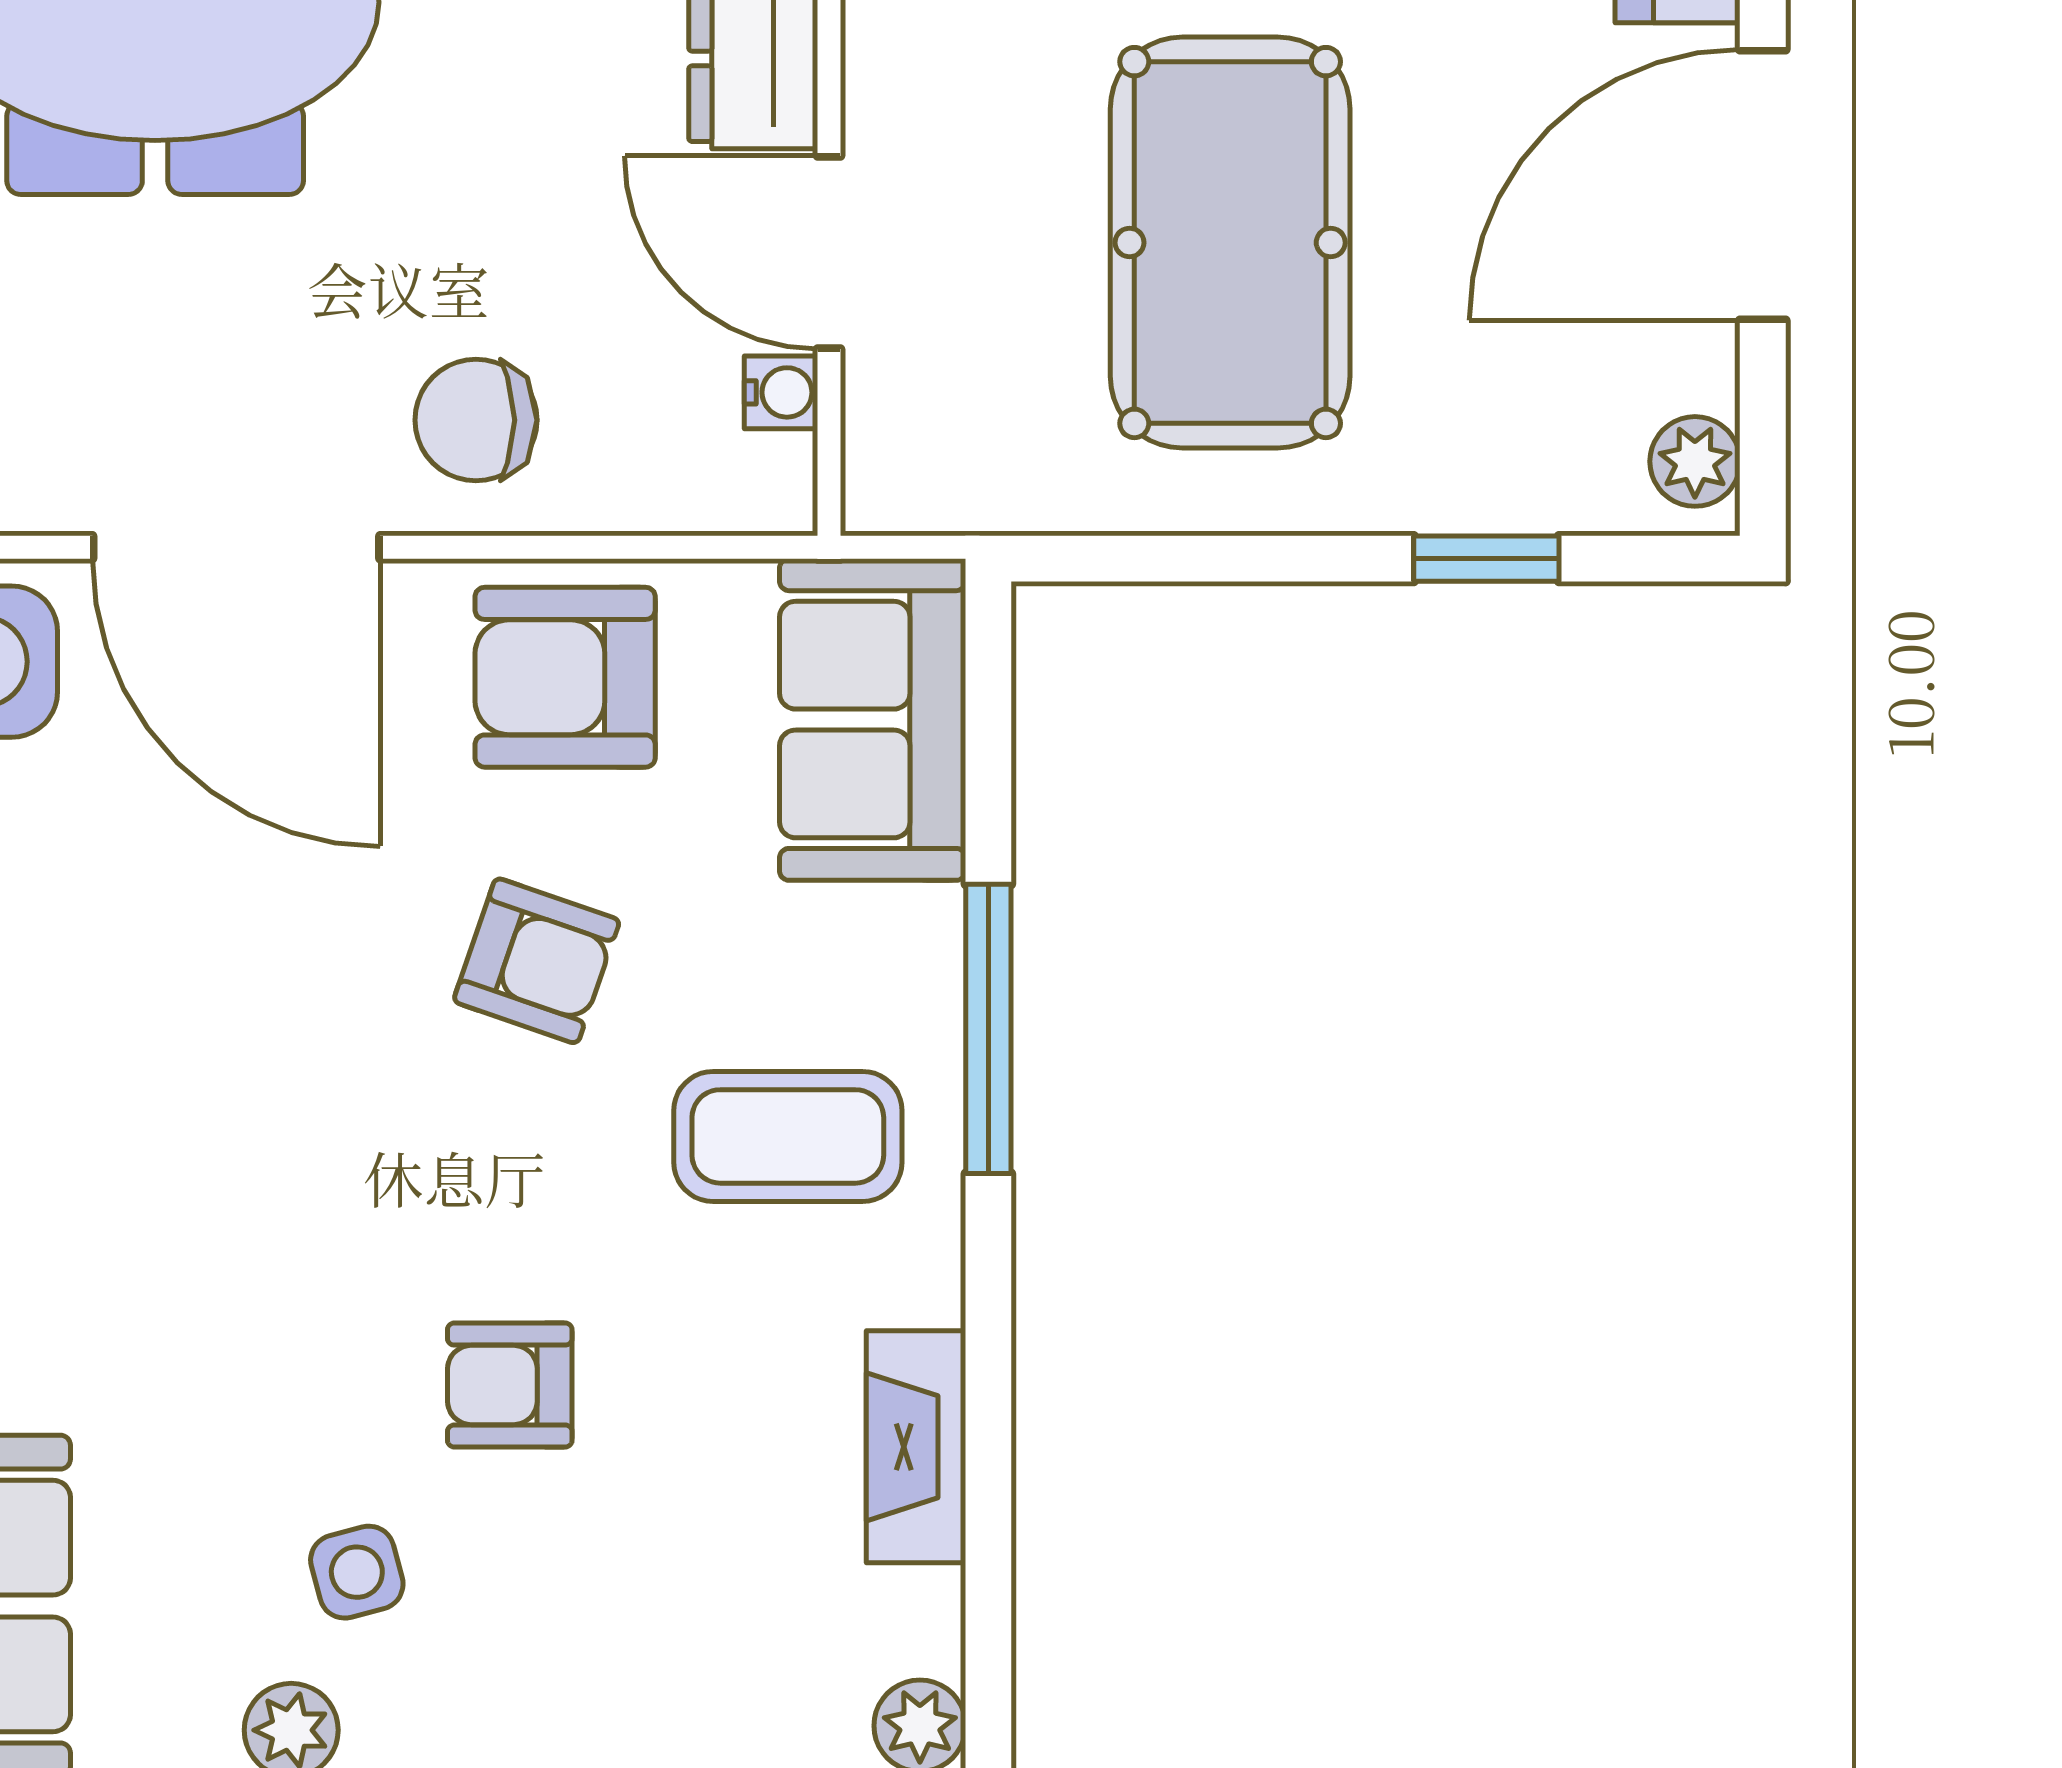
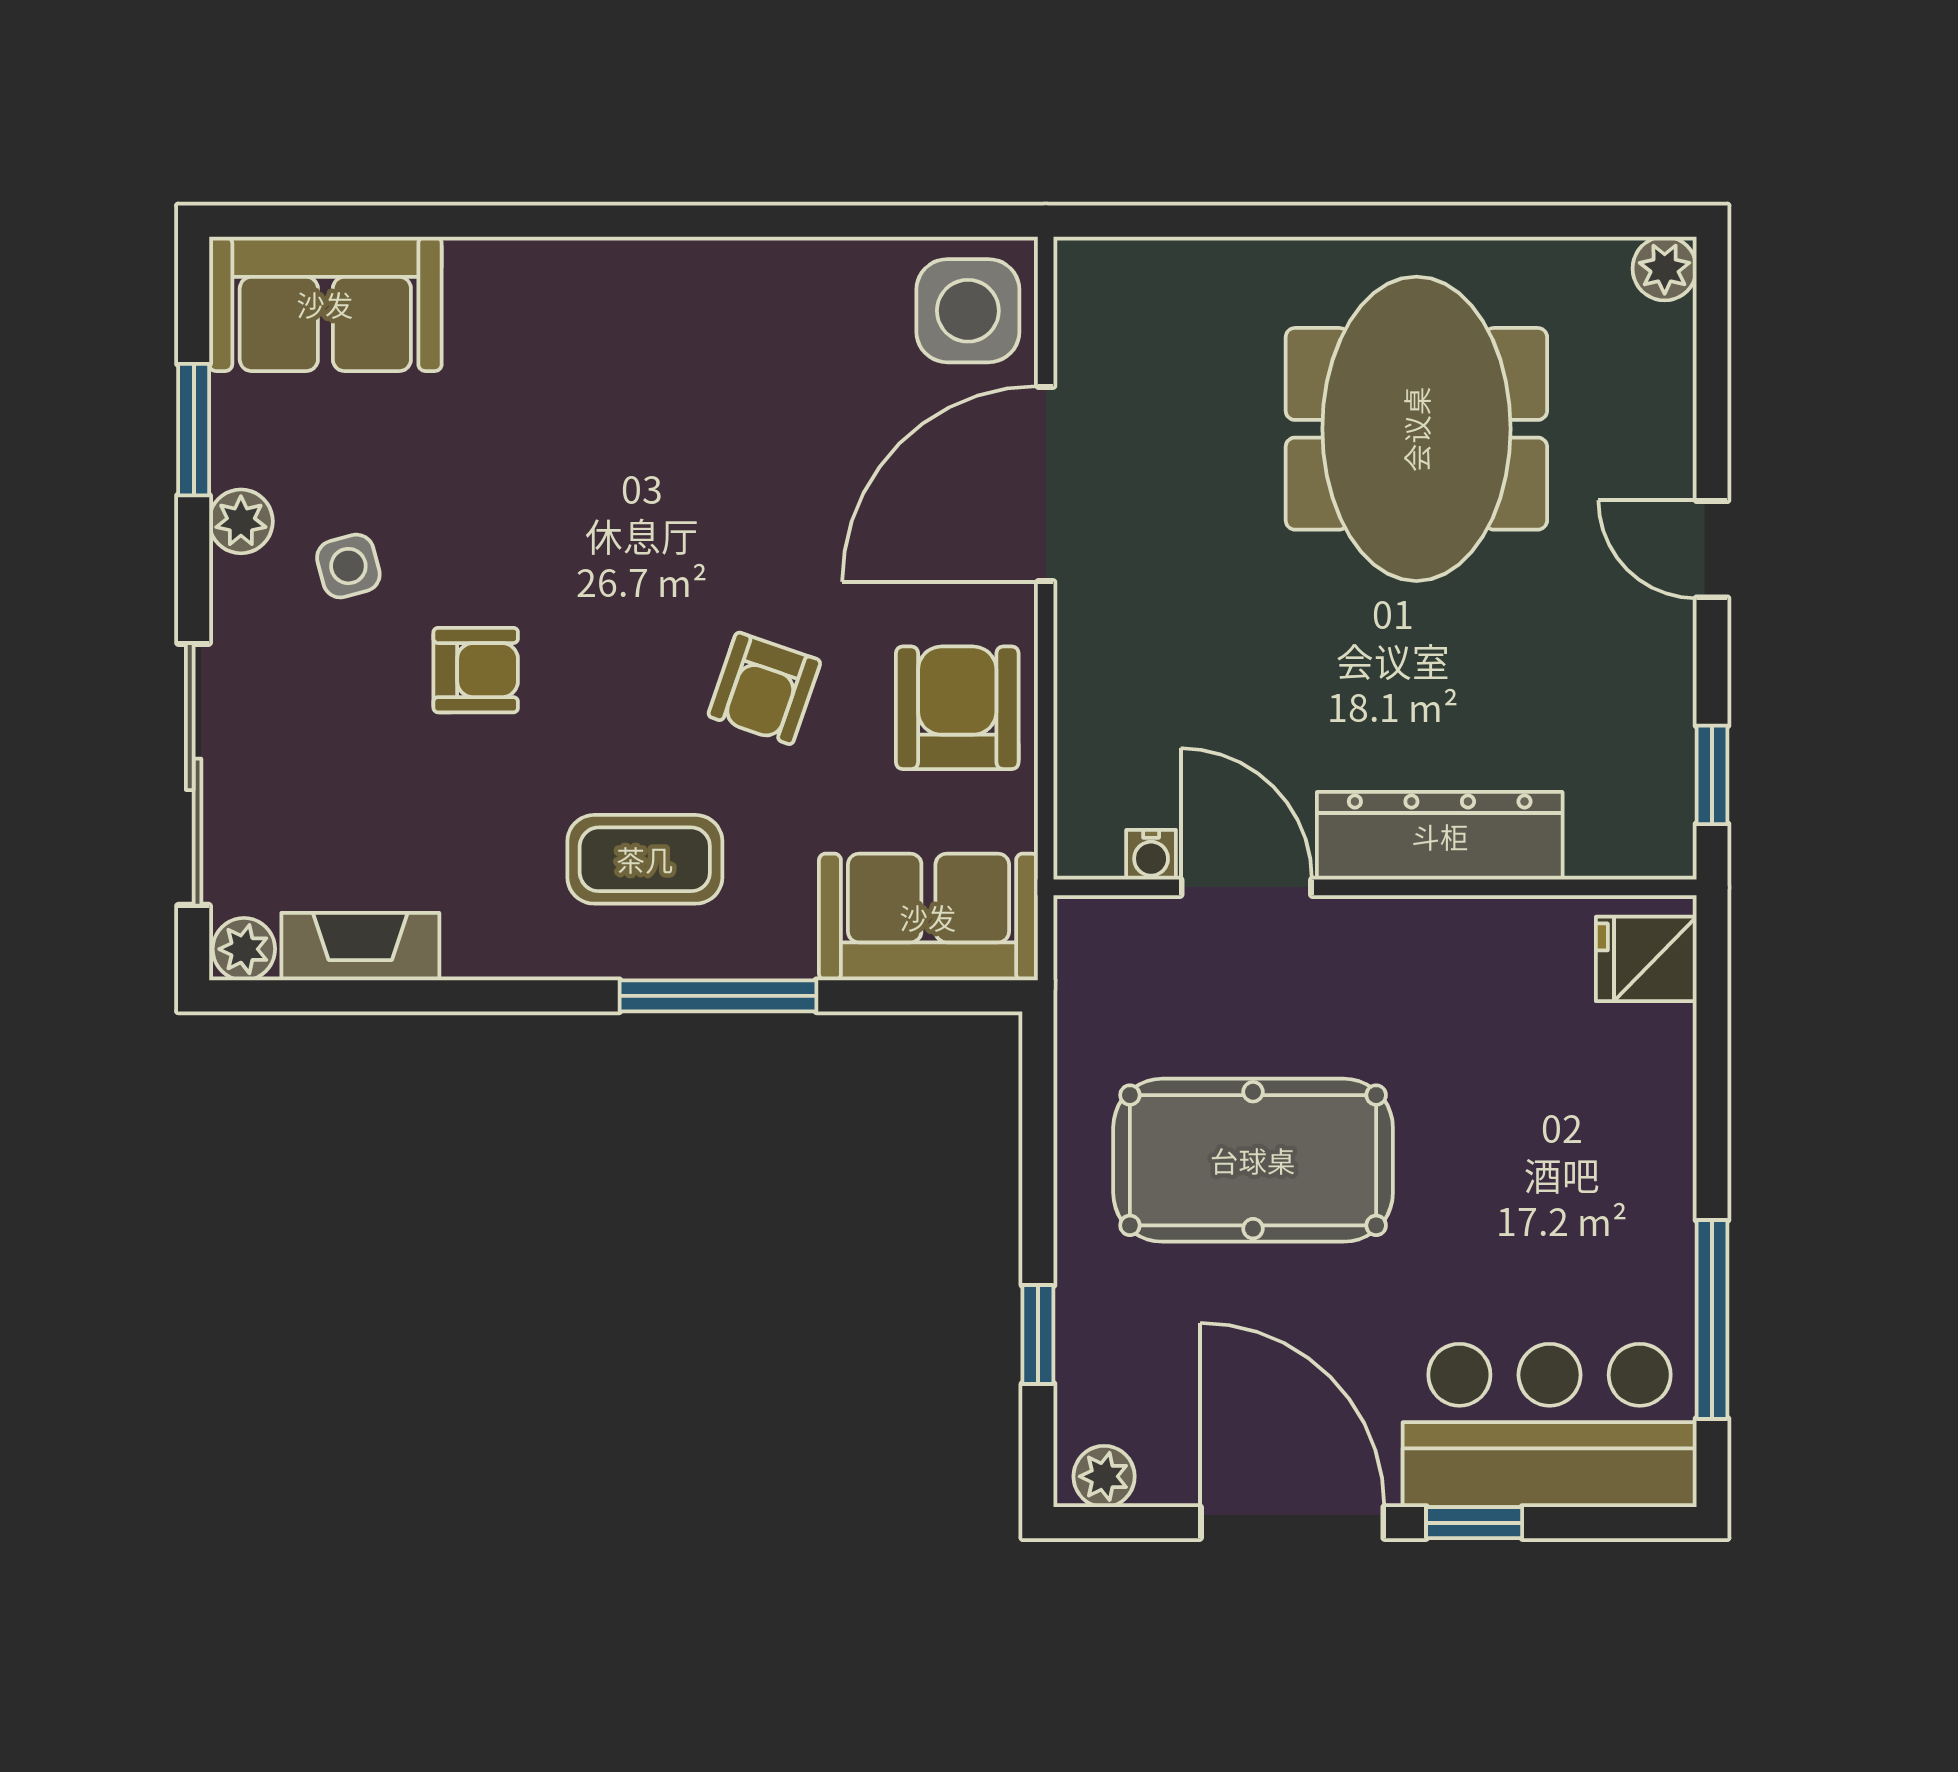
door: (829, 252) -> (1246, 887), hinge flipped
chair: (476, 420) -> (1132, 647), removed
coffee table: (788, 1136) -> (645, 859), turned 90
armchair: (510, 1385) -> (476, 670), turned 90
fireplace: (916, 1447) -> (360, 947), moved

